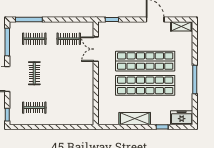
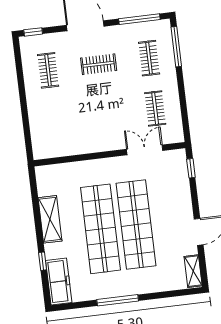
freezer: (182, 118) -> (59, 282), width x1.40

